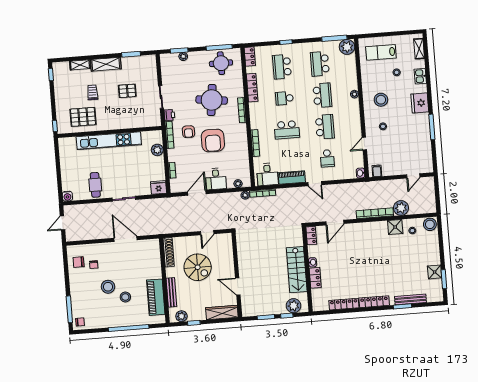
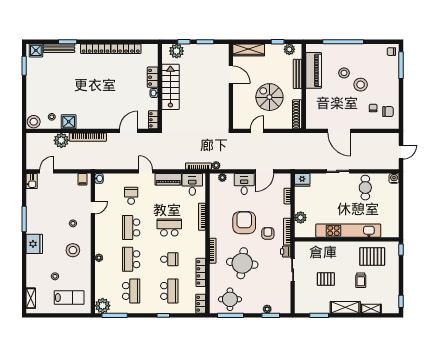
kitchen sink: (420, 76) -> (32, 181), moved
shower: (435, 272) -> (36, 50), moved

